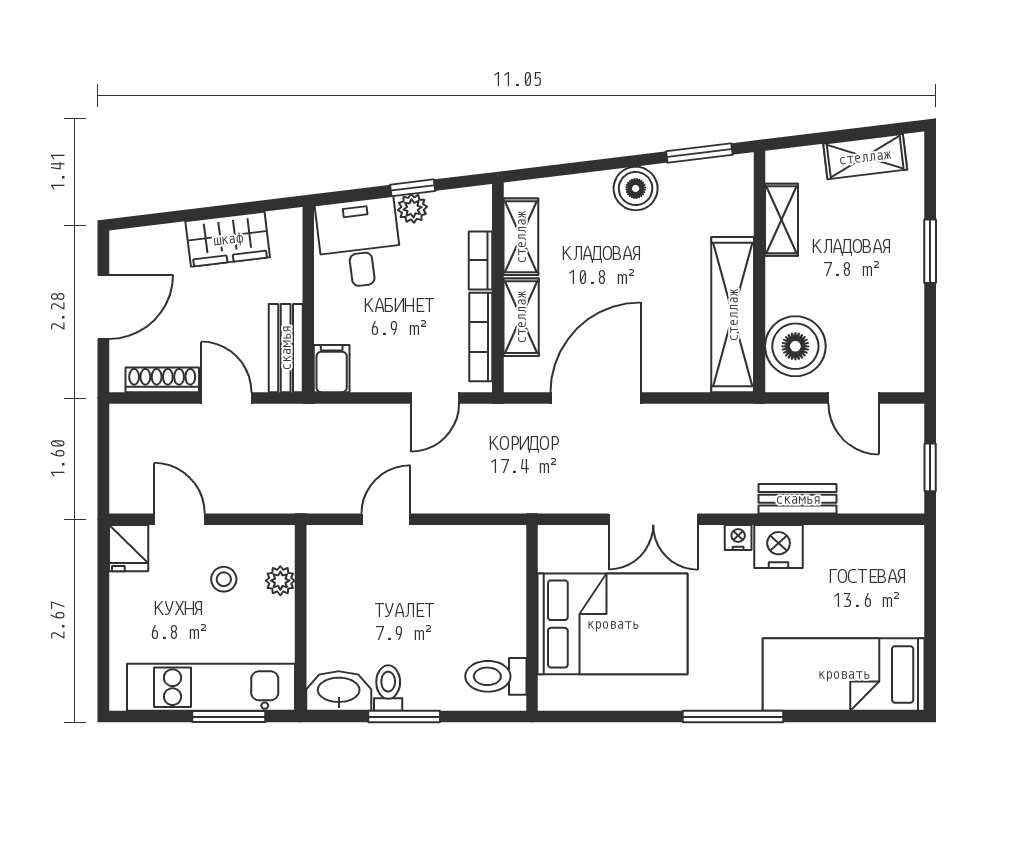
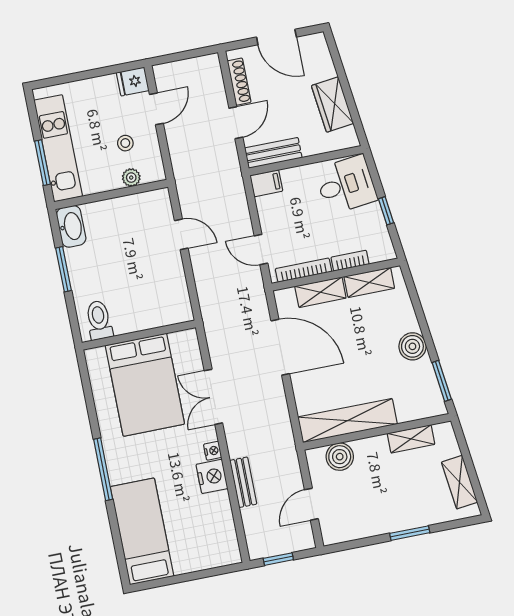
plant: (412, 208) -> (373, 213), removed
boiler: (795, 346) -> (340, 457), width x0.73, depth x0.73
toilet: (388, 688) -> (79, 256), removed

